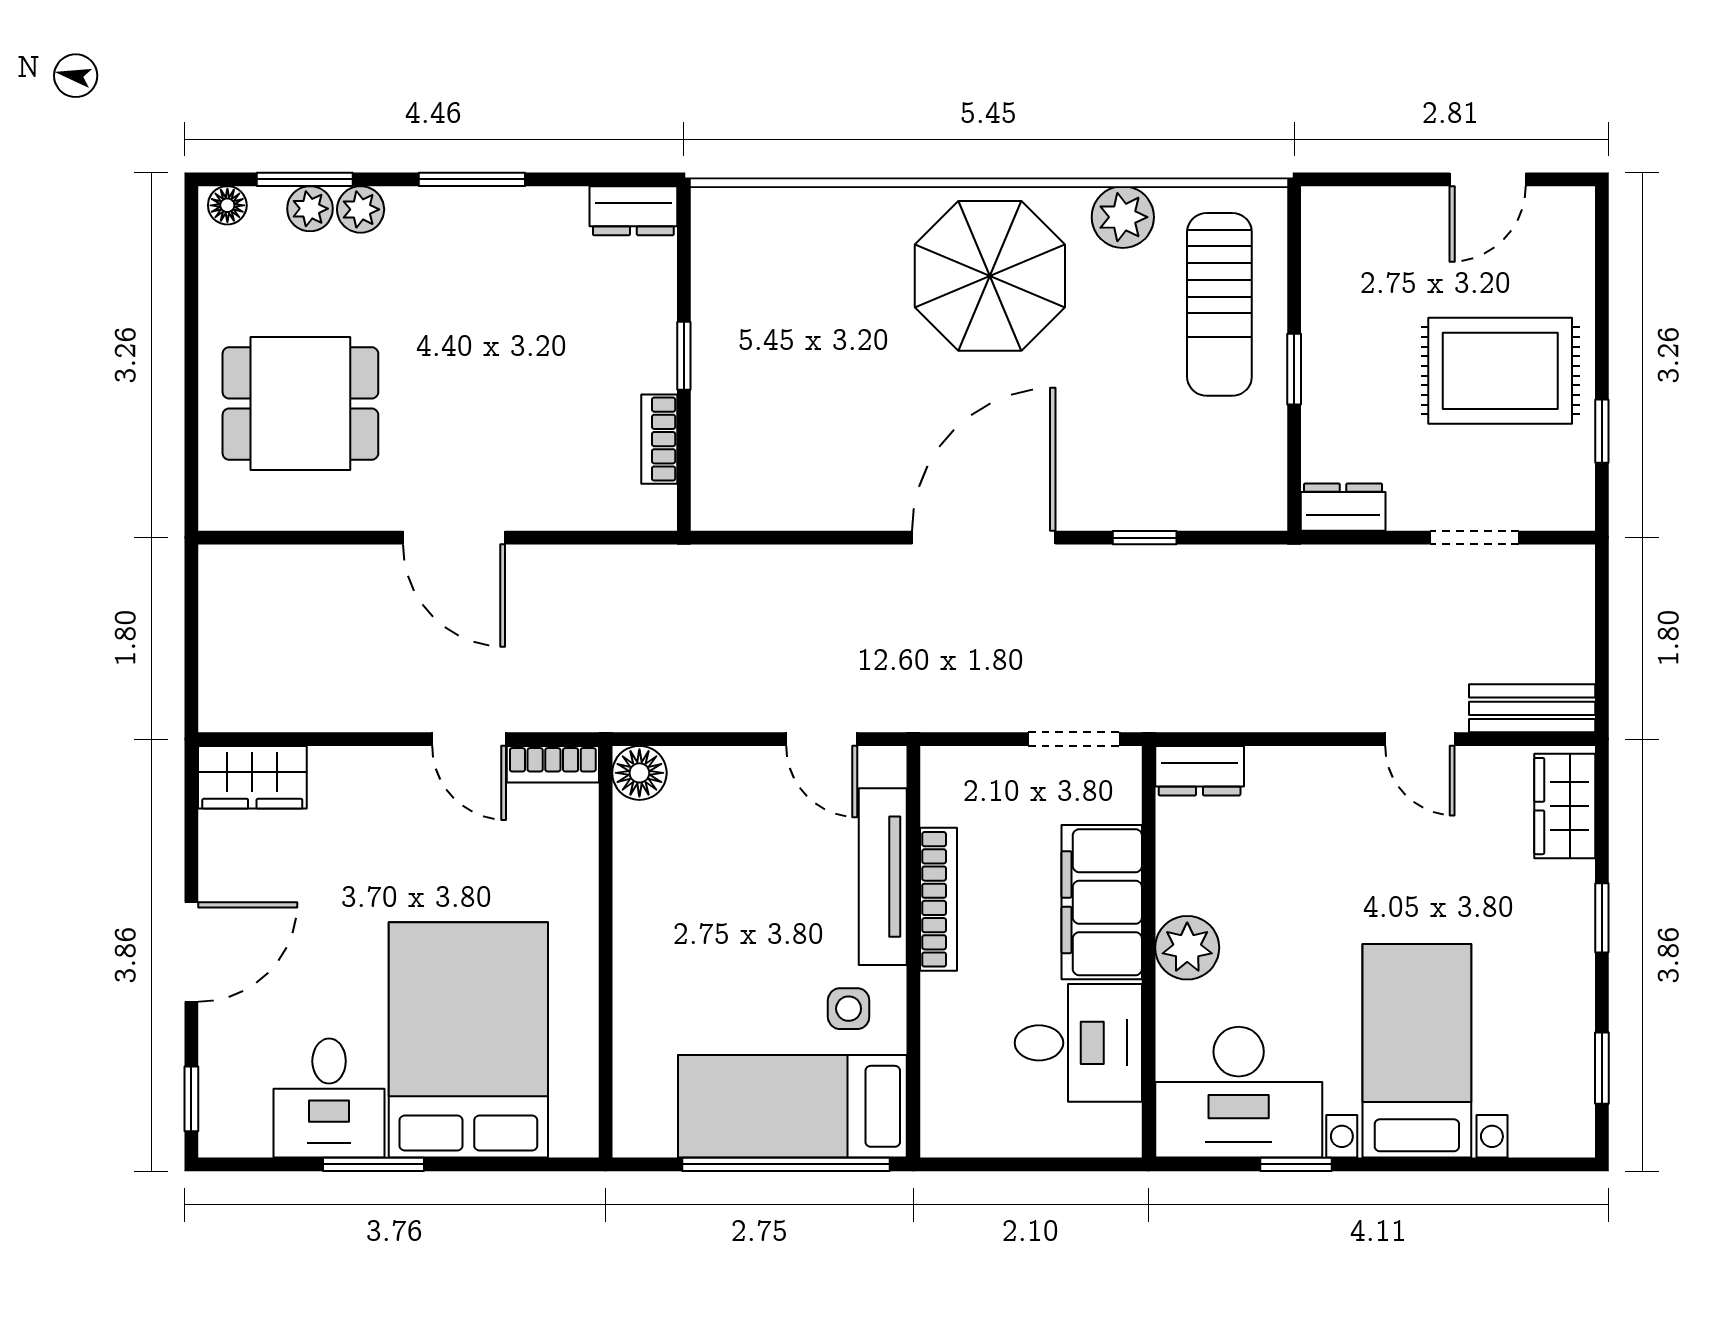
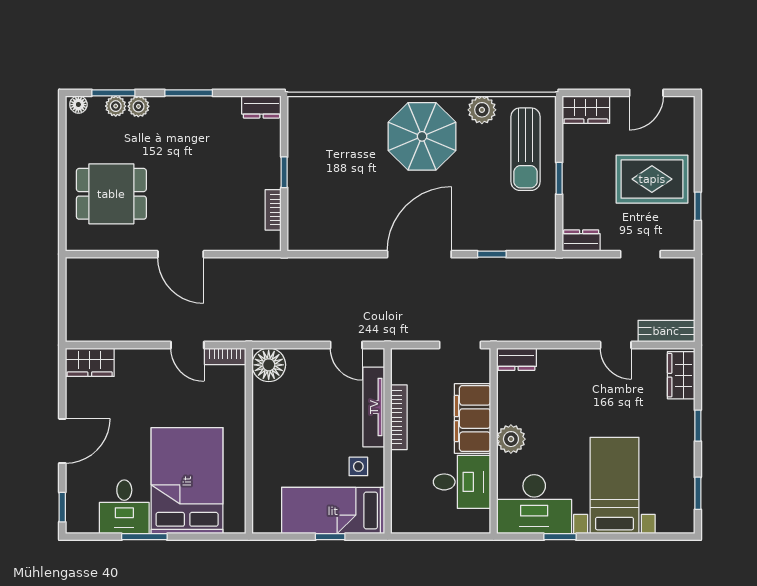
wardrobe: (1354, 217) -> (586, 110), added
floor lamp: (639, 773) -> (269, 365), width x1.38, depth x1.38
window: (786, 1164) -> (330, 537), width x0.32

